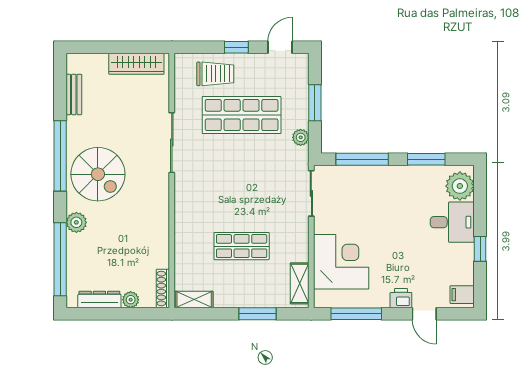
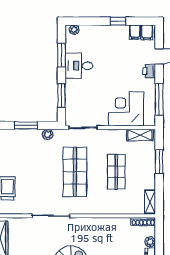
shop shelf: (242, 115) -> (75, 172), moved
window: (362, 159) -> (61, 96), width x0.69
plant: (460, 186) -> (74, 30), width x0.53, depth x0.53
desk: (452, 222) -> (79, 66), moved, turned -90
filing cabinet: (463, 276) -> (135, 32), added

